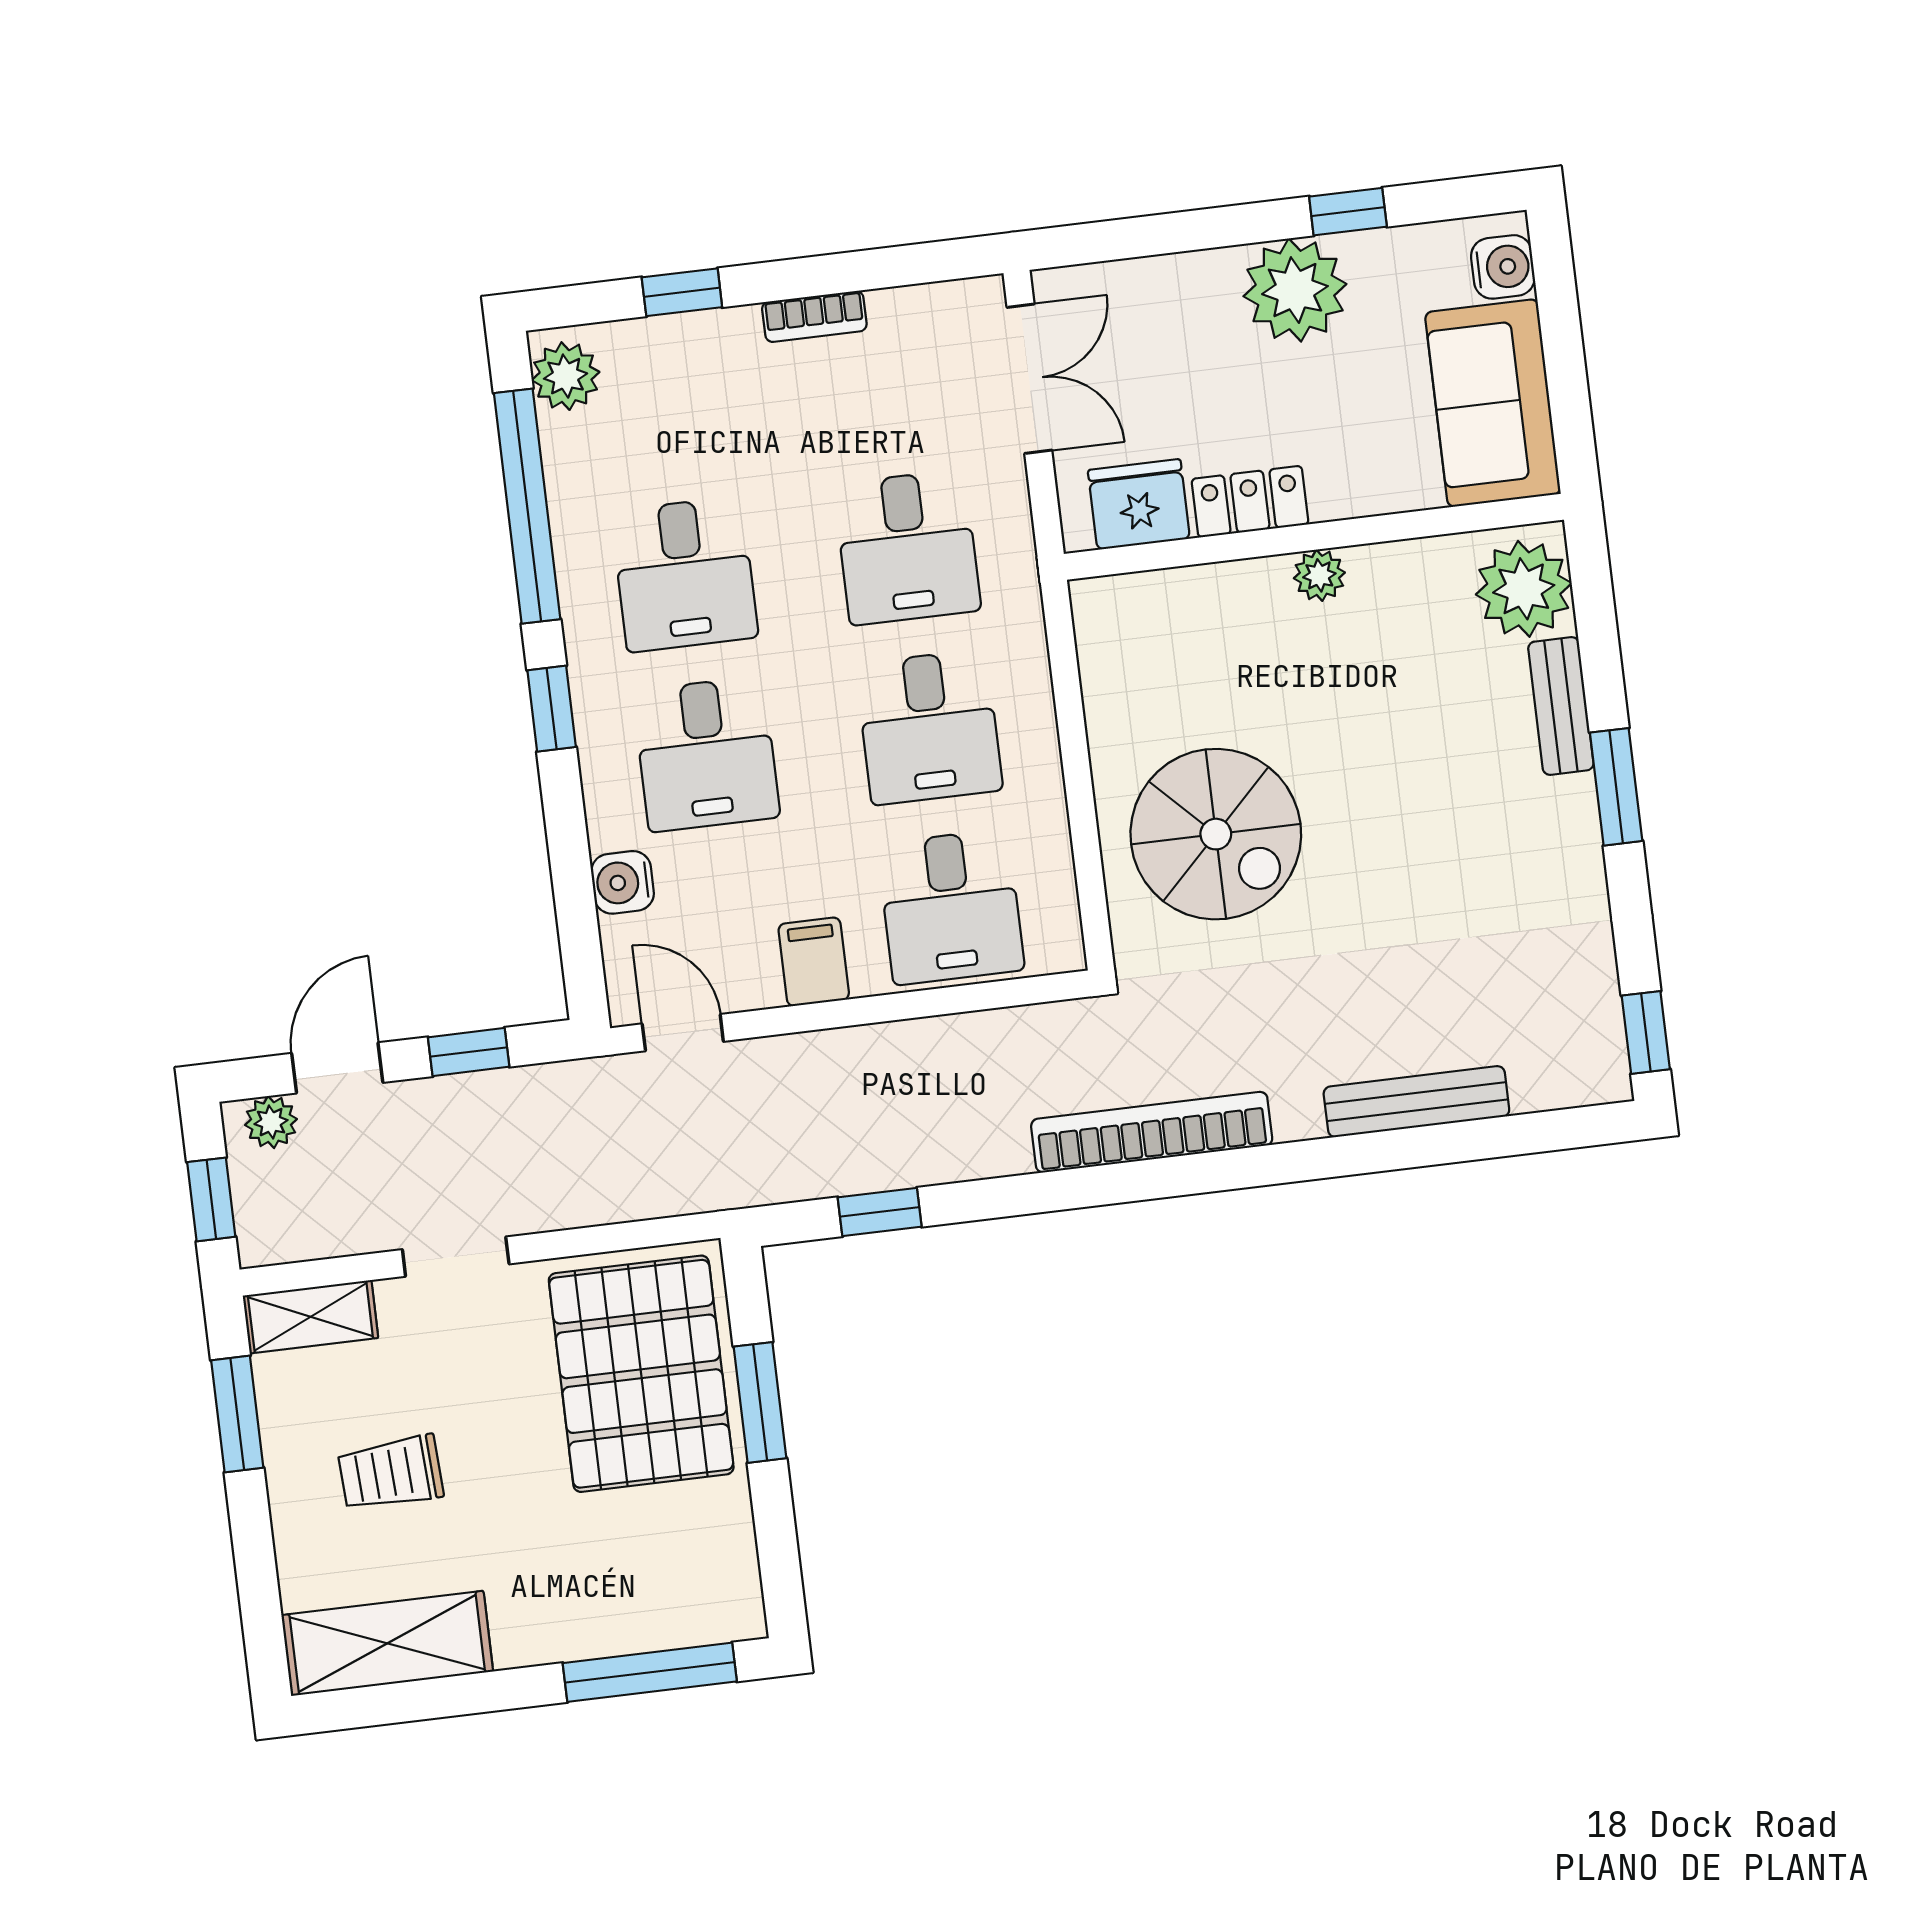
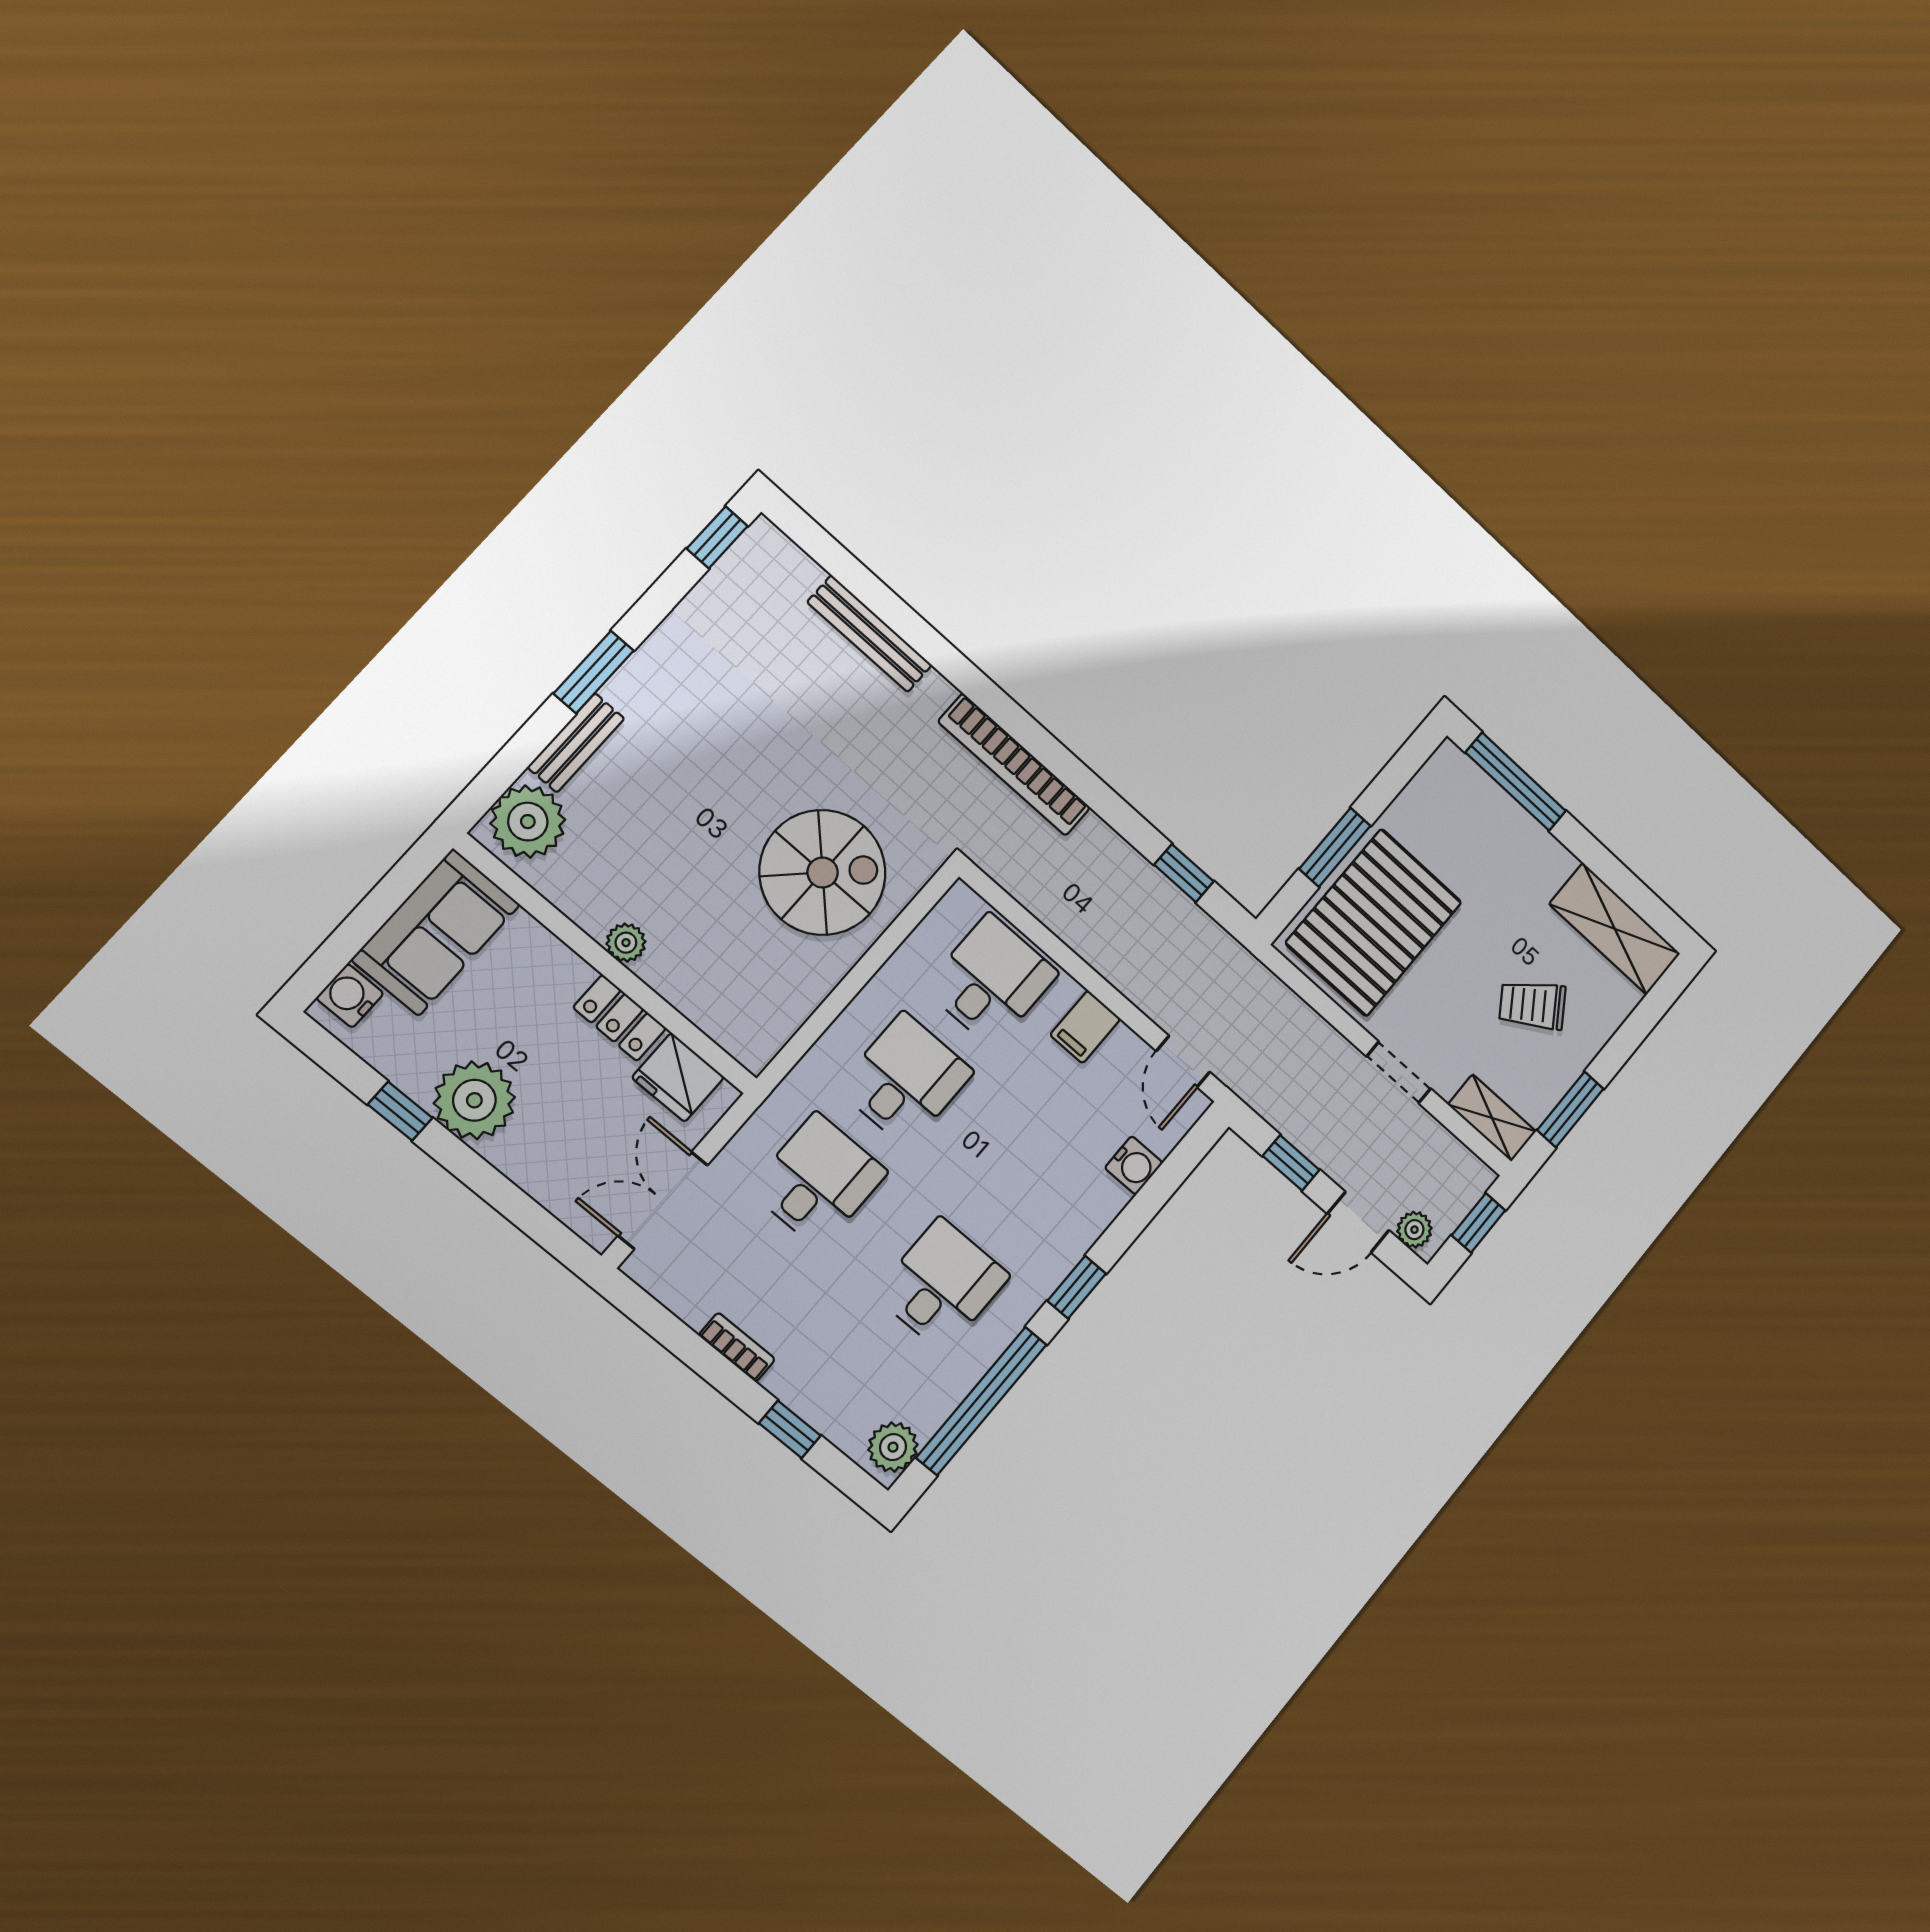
desk: (706, 754) -> (1027, 1184), removed
spiral stairs: (1216, 834) -> (823, 872), turned 90
trolley: (391, 1473) -> (1532, 1005), turned 148

